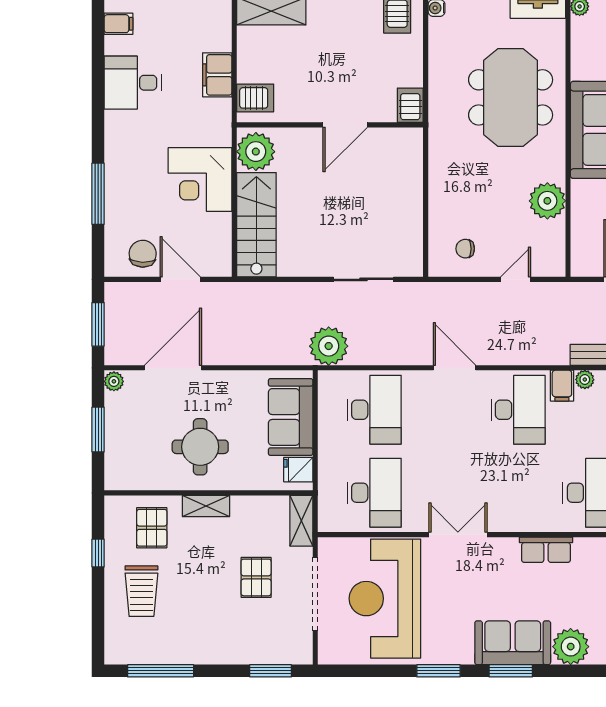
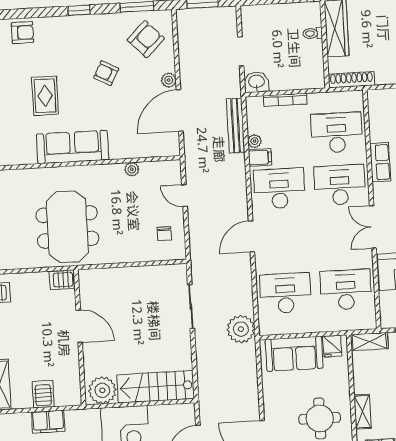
meeting table: (511, 97) -> (67, 227), moved, turned 90
server rack: (255, 98) -> (43, 394), moved
plant: (547, 201) -> (132, 169), width x0.53, depth x0.53
desk: (518, 493) -> (340, 185), added

